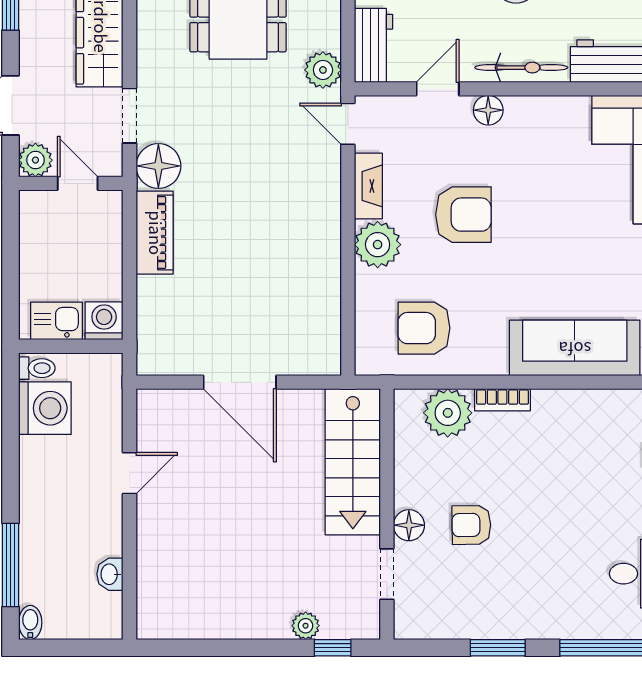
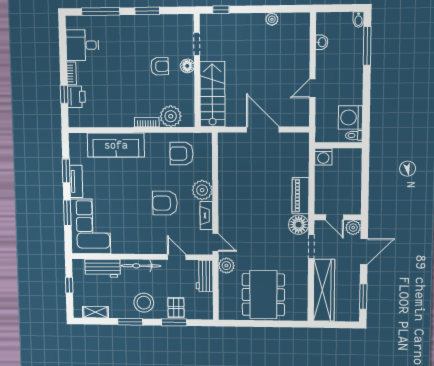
door: (438, 89) -> (177, 257), swing flipped
floor lamp: (488, 110) -> (155, 248), removed
kitchen sink: (57, 321) -> (345, 157), removed
armchair: (424, 328) -> (182, 154), turned 180
plant: (306, 626) -> (272, 19), moved

